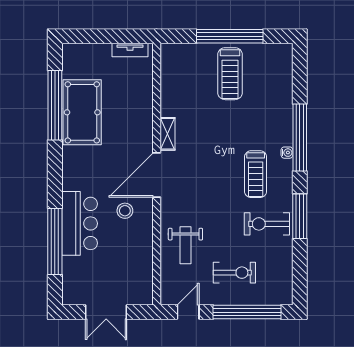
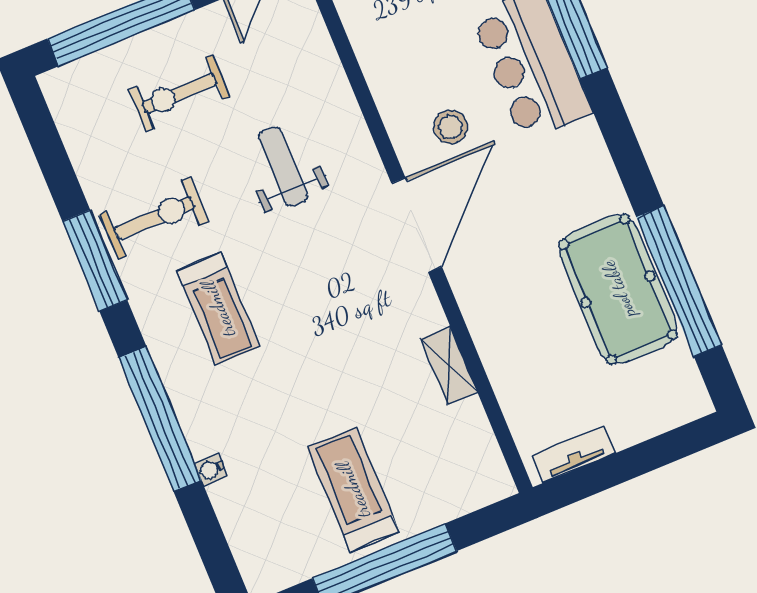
shelving: (167, 134) -> (449, 366), moved
water cooler: (287, 153) -> (211, 470), moved
treadmill: (256, 174) -> (218, 309), turned 180
weight bench: (185, 245) -> (283, 166), moved

